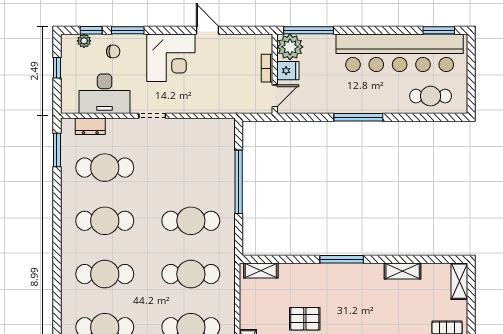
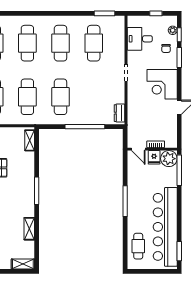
desk: (105, 94) -> (140, 39), width x0.73
dresser: (90, 126) -> (119, 113), moved

